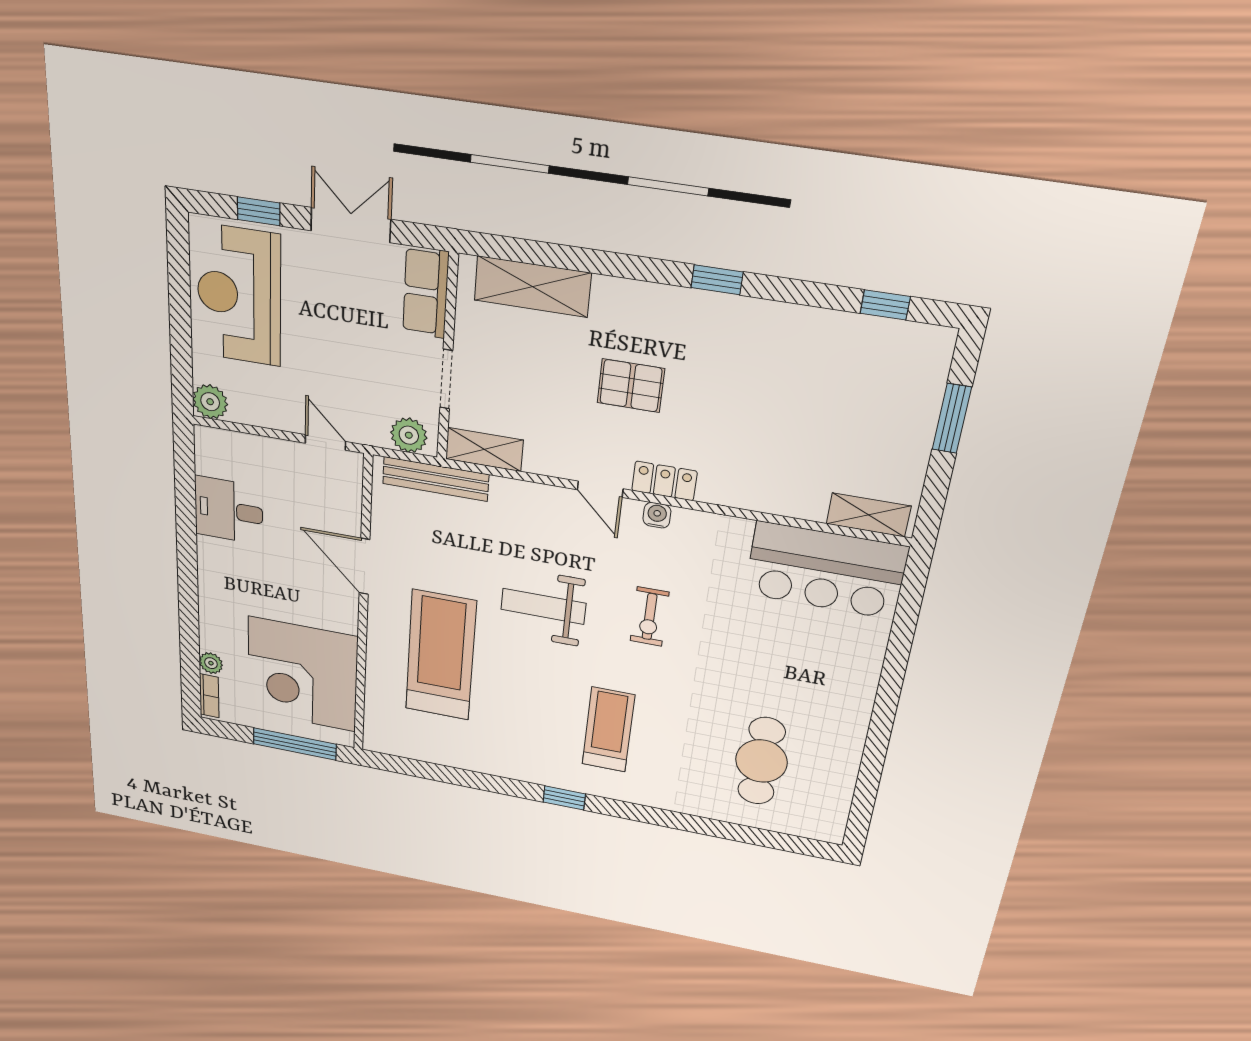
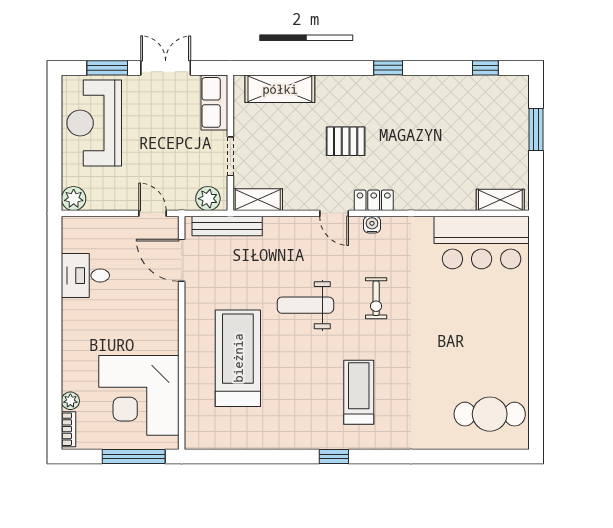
window: (259, 211) -> (107, 68), width x1.50
door: (365, 566) -> (182, 260), moved
cafe table: (761, 761) -> (490, 414), moved, turned 90

